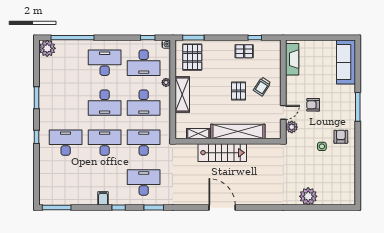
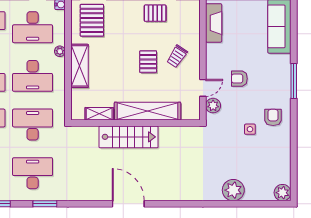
plant: (349, 198) -> (283, 193), added

